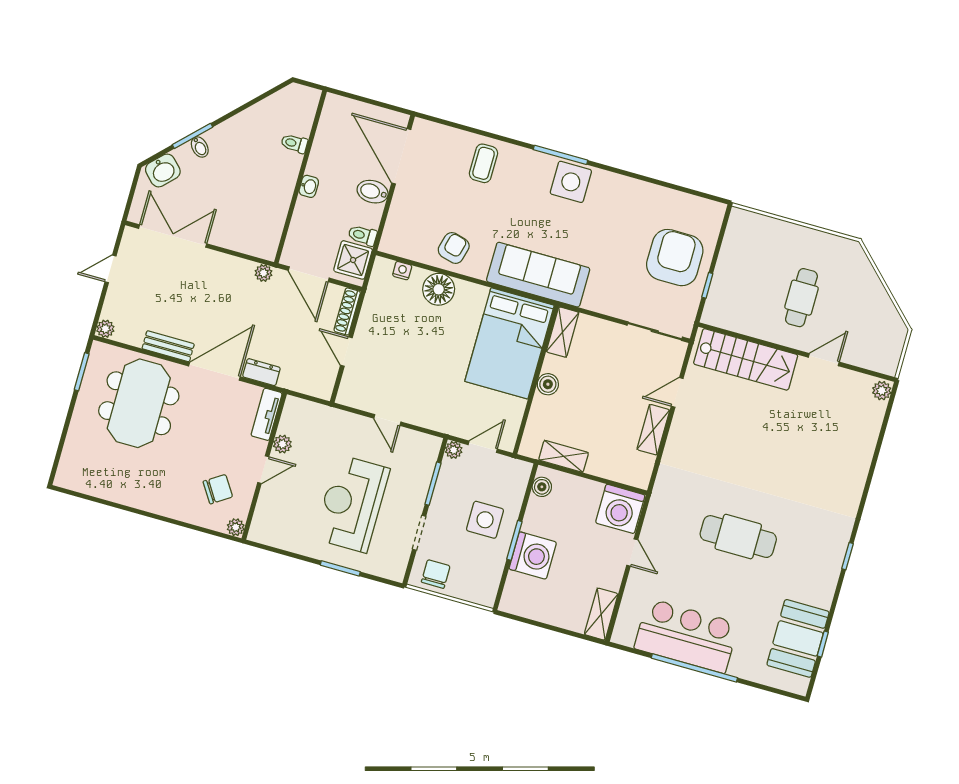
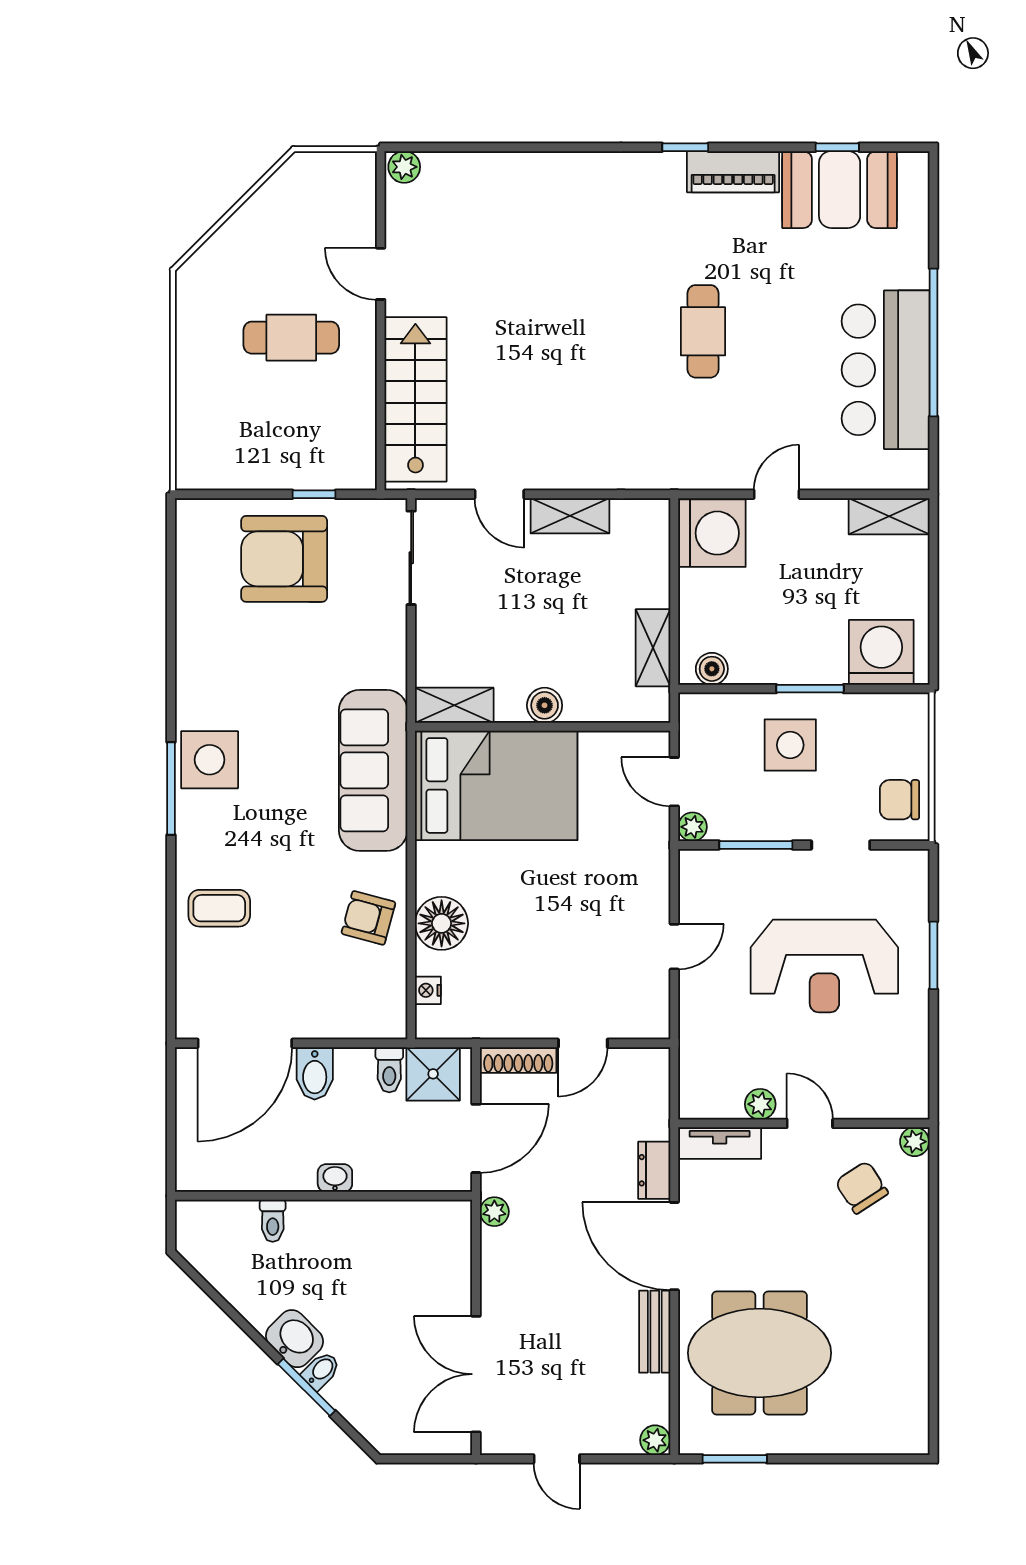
washbasin: (163, 170) -> (294, 1339), moved
cafe table: (738, 537) -> (703, 331), width x0.73, depth x0.74
washing machine: (533, 556) -> (881, 652), moved
piano: (826, 580) -> (733, 172), added

